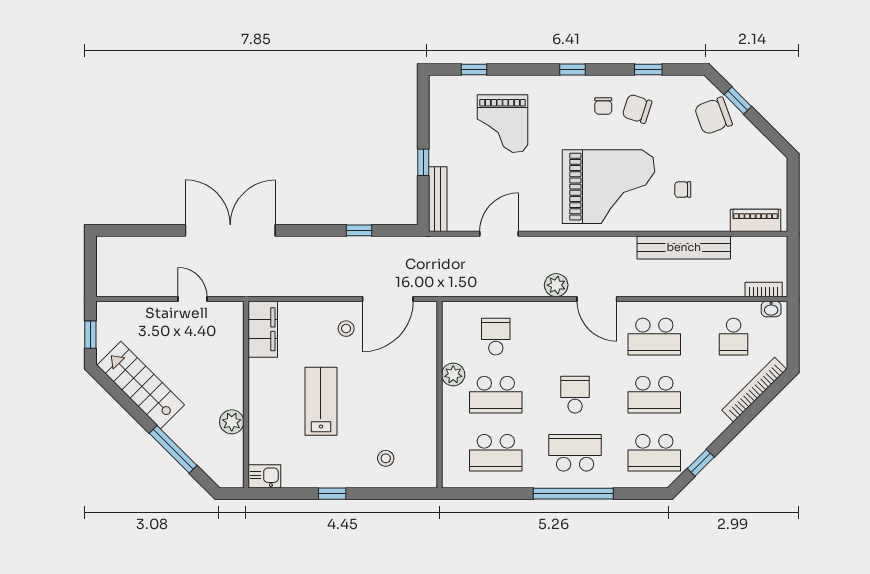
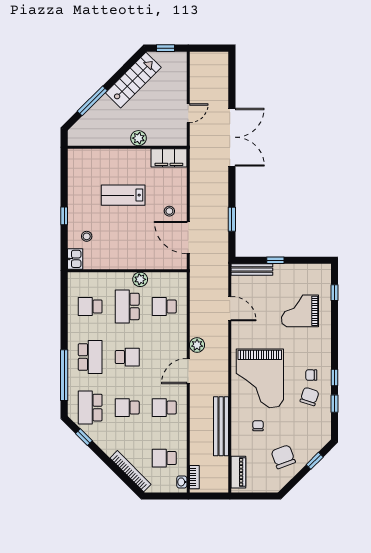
window: (573, 69) -> (335, 377), moved
chair: (713, 116) -> (283, 457), moved
window: (359, 230) -> (232, 219), width x1.50
school desk: (496, 337) -> (164, 306), turned 180
school desk: (654, 337) -> (164, 408), width x0.54
school desk: (654, 395) -> (127, 408), width x0.54
lab bench: (321, 401) -> (123, 195), turned 180
plant: (232, 422) -> (138, 138), moved
school desk: (496, 453) -> (90, 306), width x0.54
kitchen sink: (264, 476) -> (75, 259), moved
window: (332, 494) -> (64, 216), moved
window: (573, 494) -> (64, 375), moved

